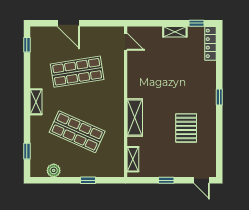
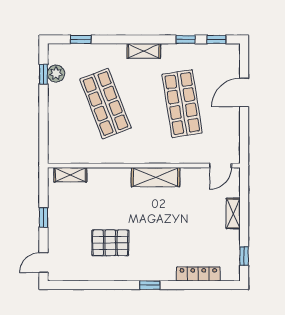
shelving: (175, 32) -> (233, 213), moved
locker: (211, 43) -> (198, 274), moved
window: (27, 69) -> (186, 39), added
shelving: (135, 117) -> (155, 177), moved
shop shelf: (77, 132) -> (105, 104), turned -45
window: (88, 180) -> (43, 74), moved

